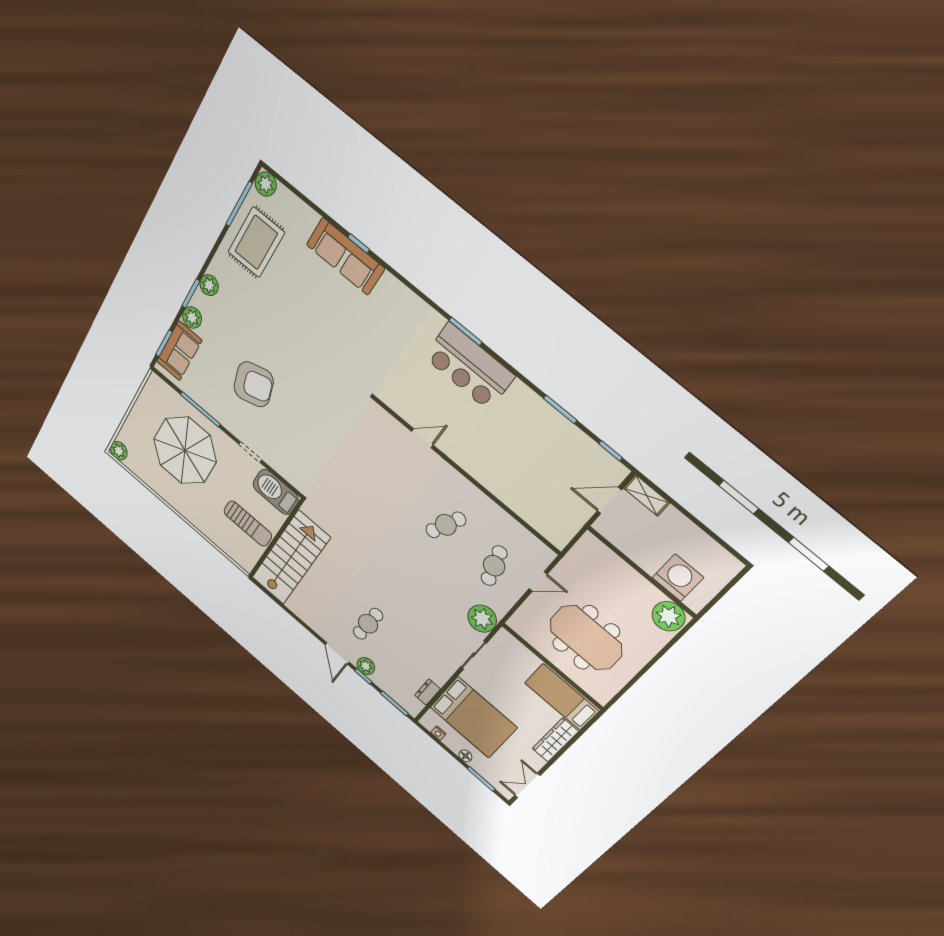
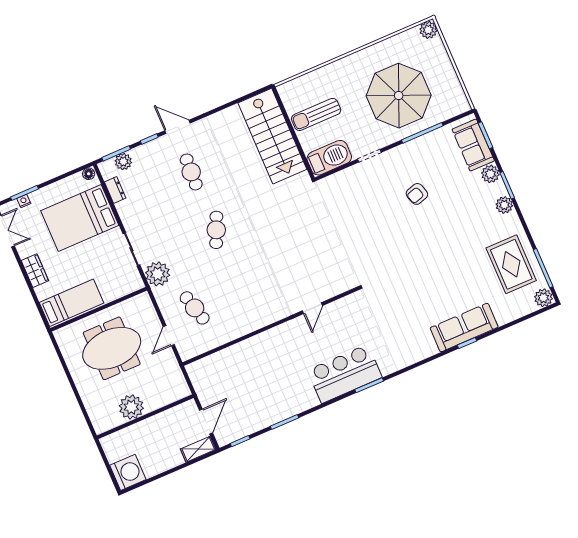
armchair: (254, 384) -> (417, 194), width x0.53, depth x0.53
cafe table: (446, 525) -> (216, 230), moved
washing machine: (678, 578) -> (128, 472), moved, turned -90
plant: (668, 616) -> (131, 407), moved
plant: (366, 666) -> (123, 162), moved
nightstand: (438, 733) -> (24, 201), moved
wardrobe: (555, 740) -> (35, 271), width x0.67
floor lamp: (465, 756) -> (89, 174), moved

